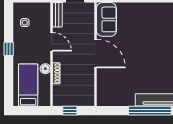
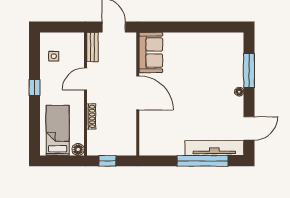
door: (52, 42) -> (86, 79), swing flipped
floor lamp: (45, 69) -> (78, 149), moved

